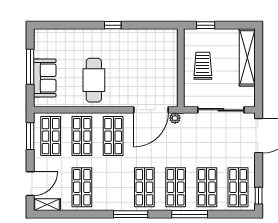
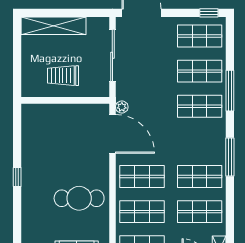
window: (206, 25) -> (17, 72), removed
shop shelf: (144, 187) -> (200, 176), moved

